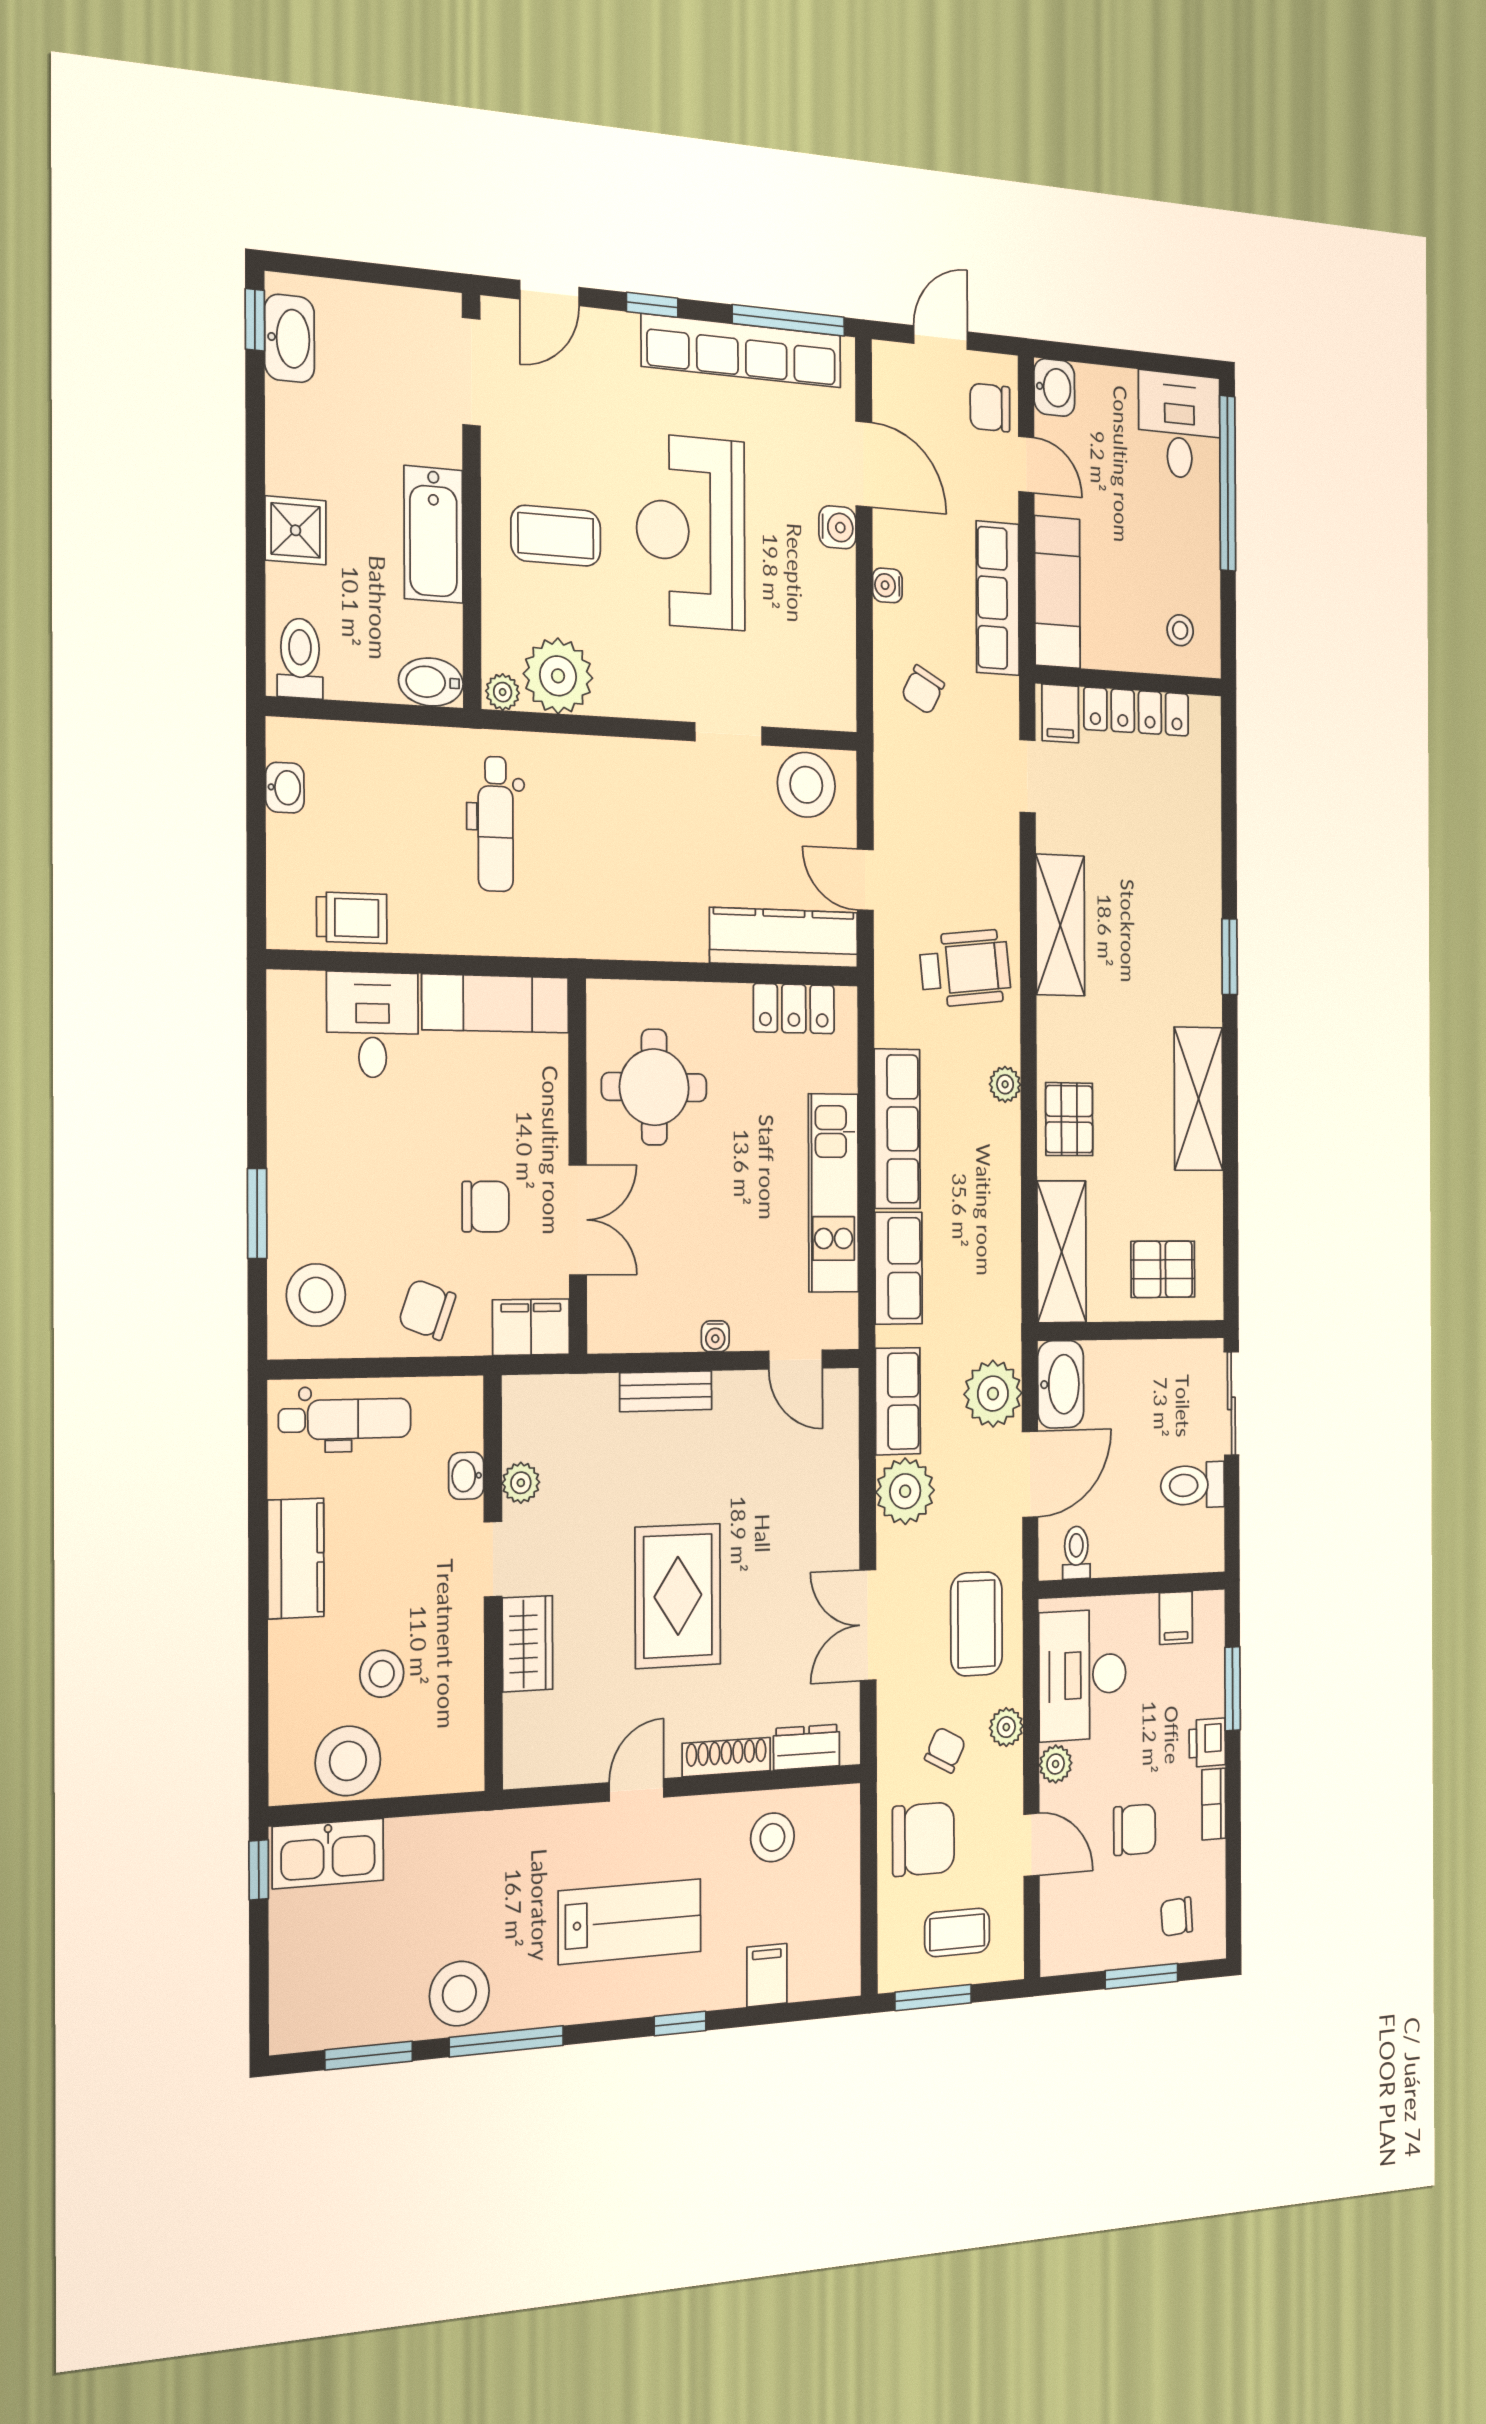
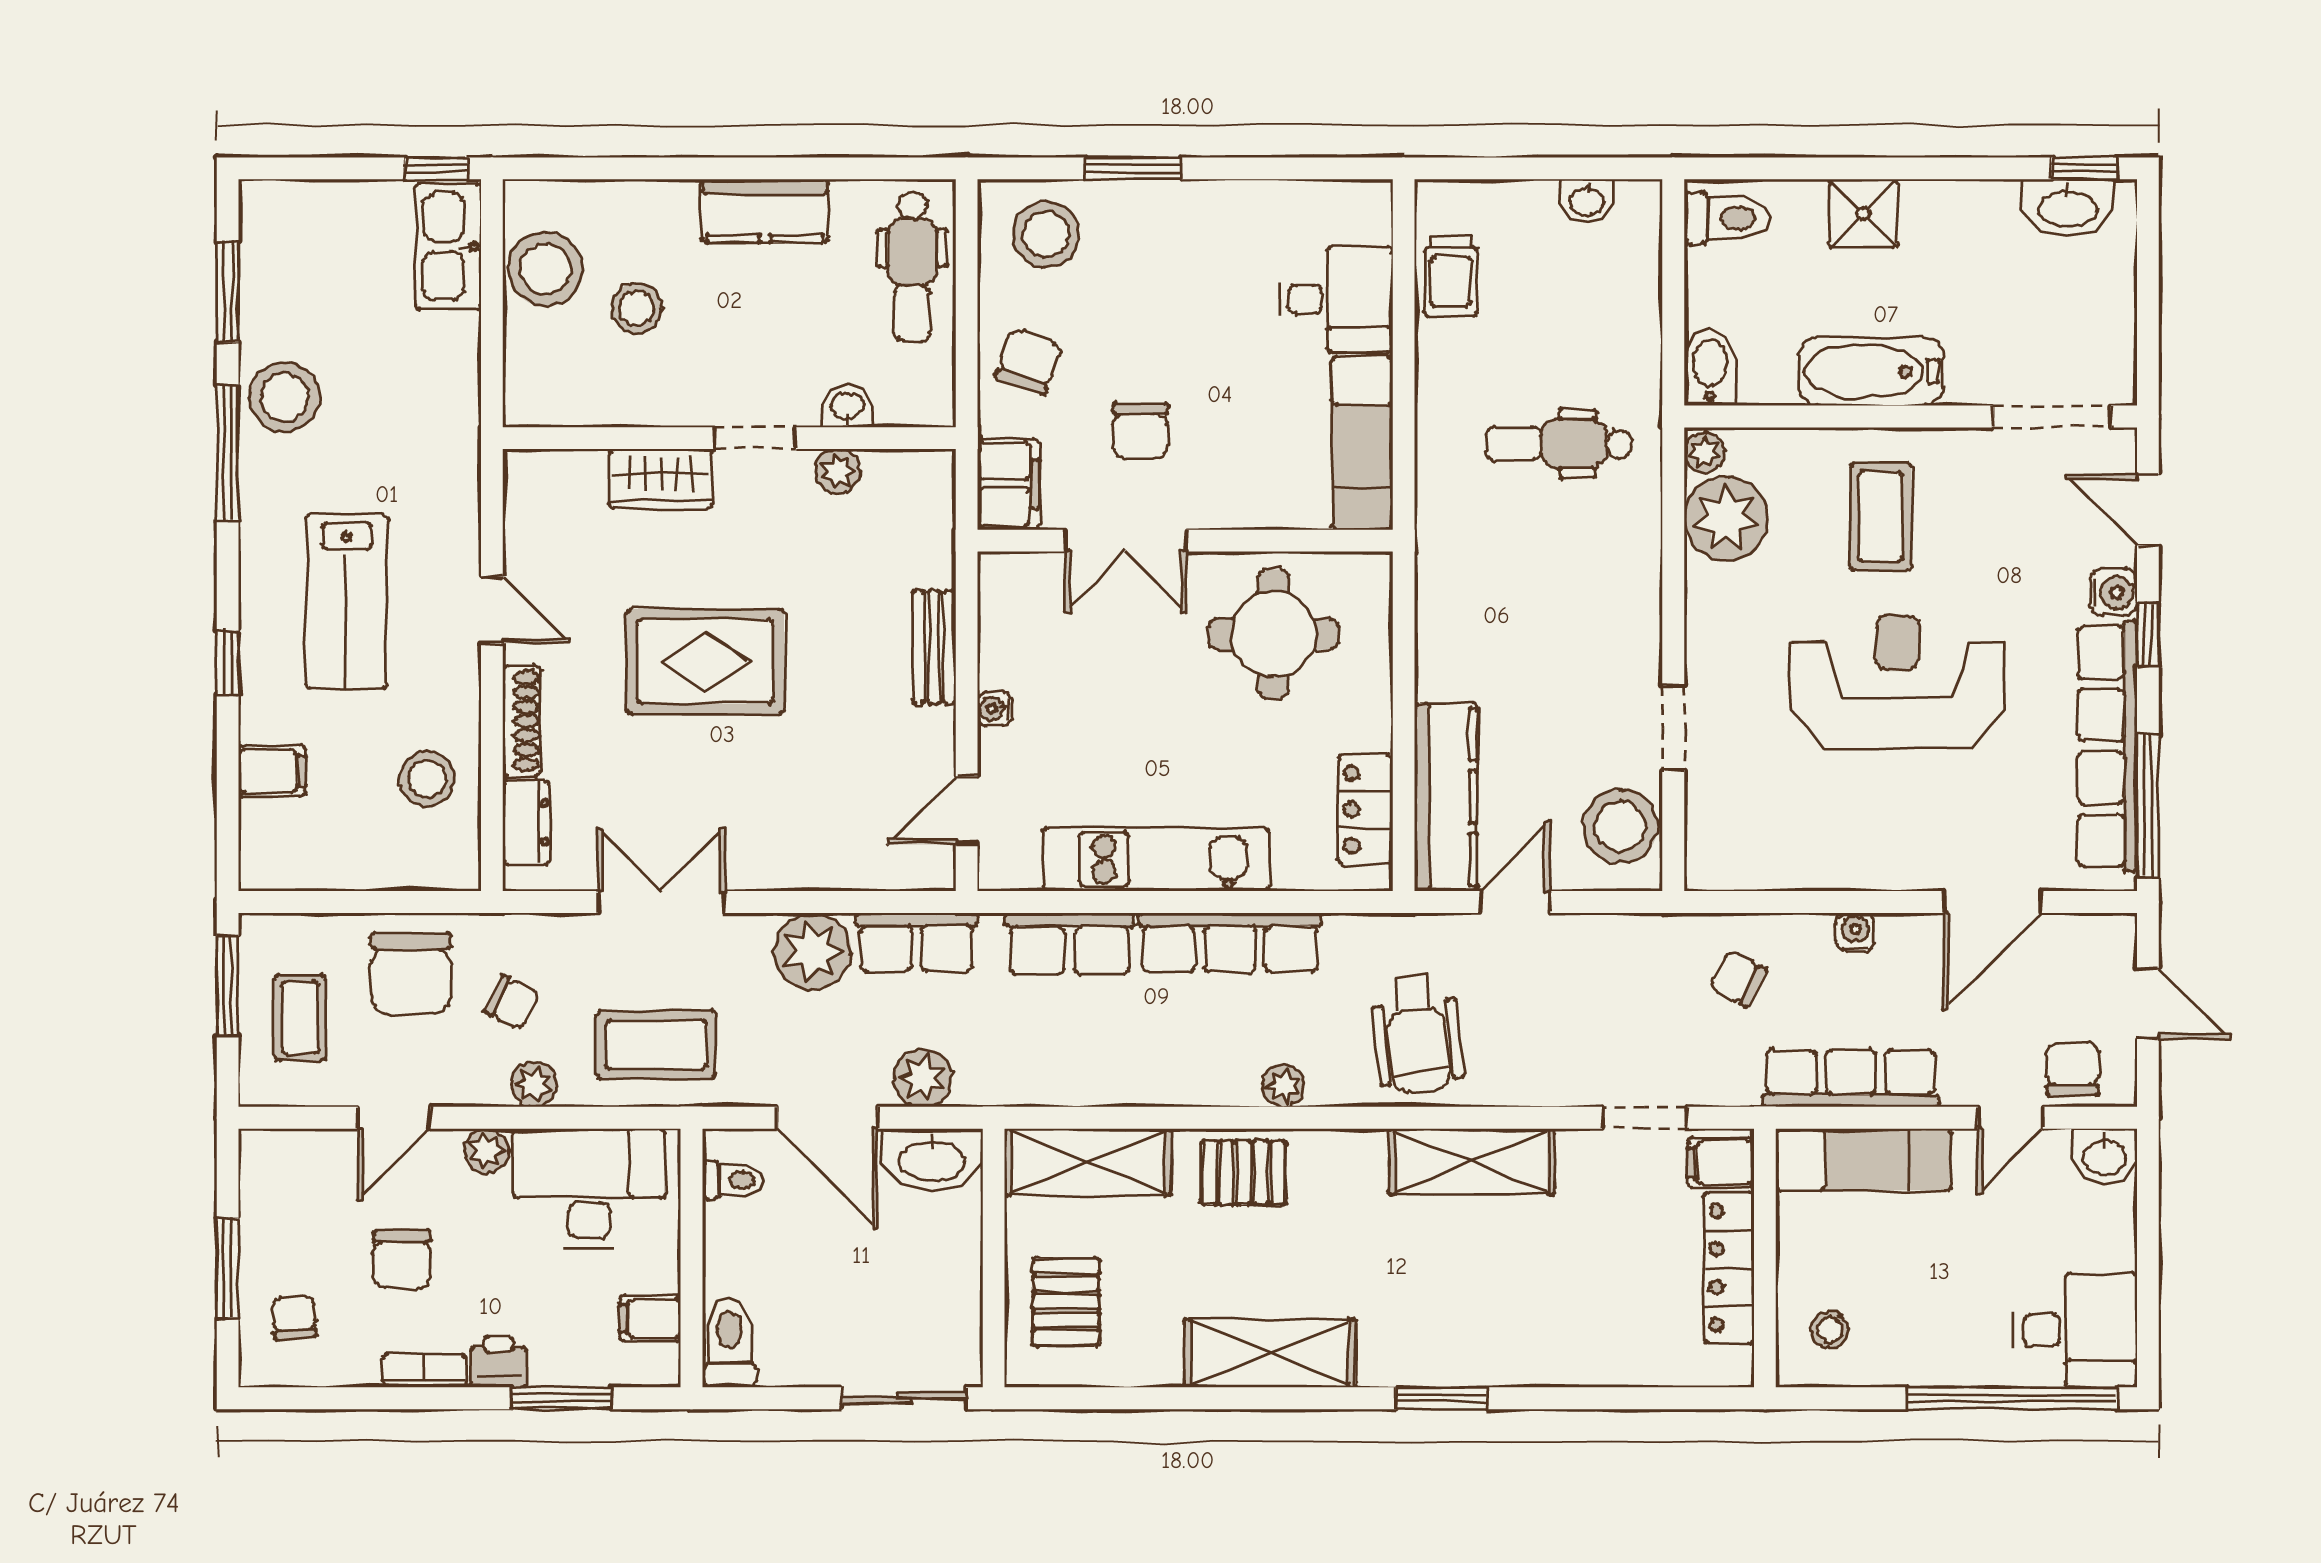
water cooler: (837, 527) -> (2113, 593), moved, turned -90
plant: (993, 1394) -> (923, 1078), width x0.73, depth x0.73
toilet: (1193, 1485) -> (730, 1343), moved

